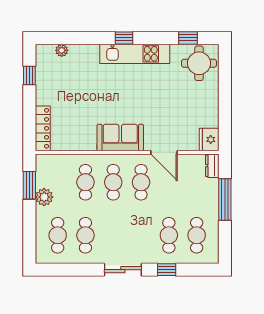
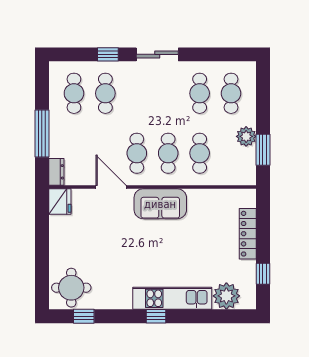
plant: (62, 50) -> (226, 296), width x1.88, depth x1.88
kitchen unit: (135, 54) -> (172, 298), moved
locker: (43, 128) -> (248, 234), moved

